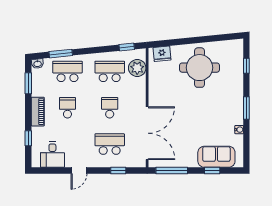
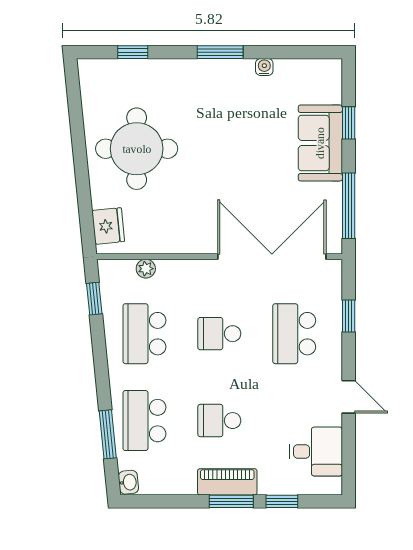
plant: (137, 68) -> (146, 269), width x0.53, depth x0.53
window: (28, 83) -> (231, 501), moved
sofa: (216, 157) -> (320, 143), moved

